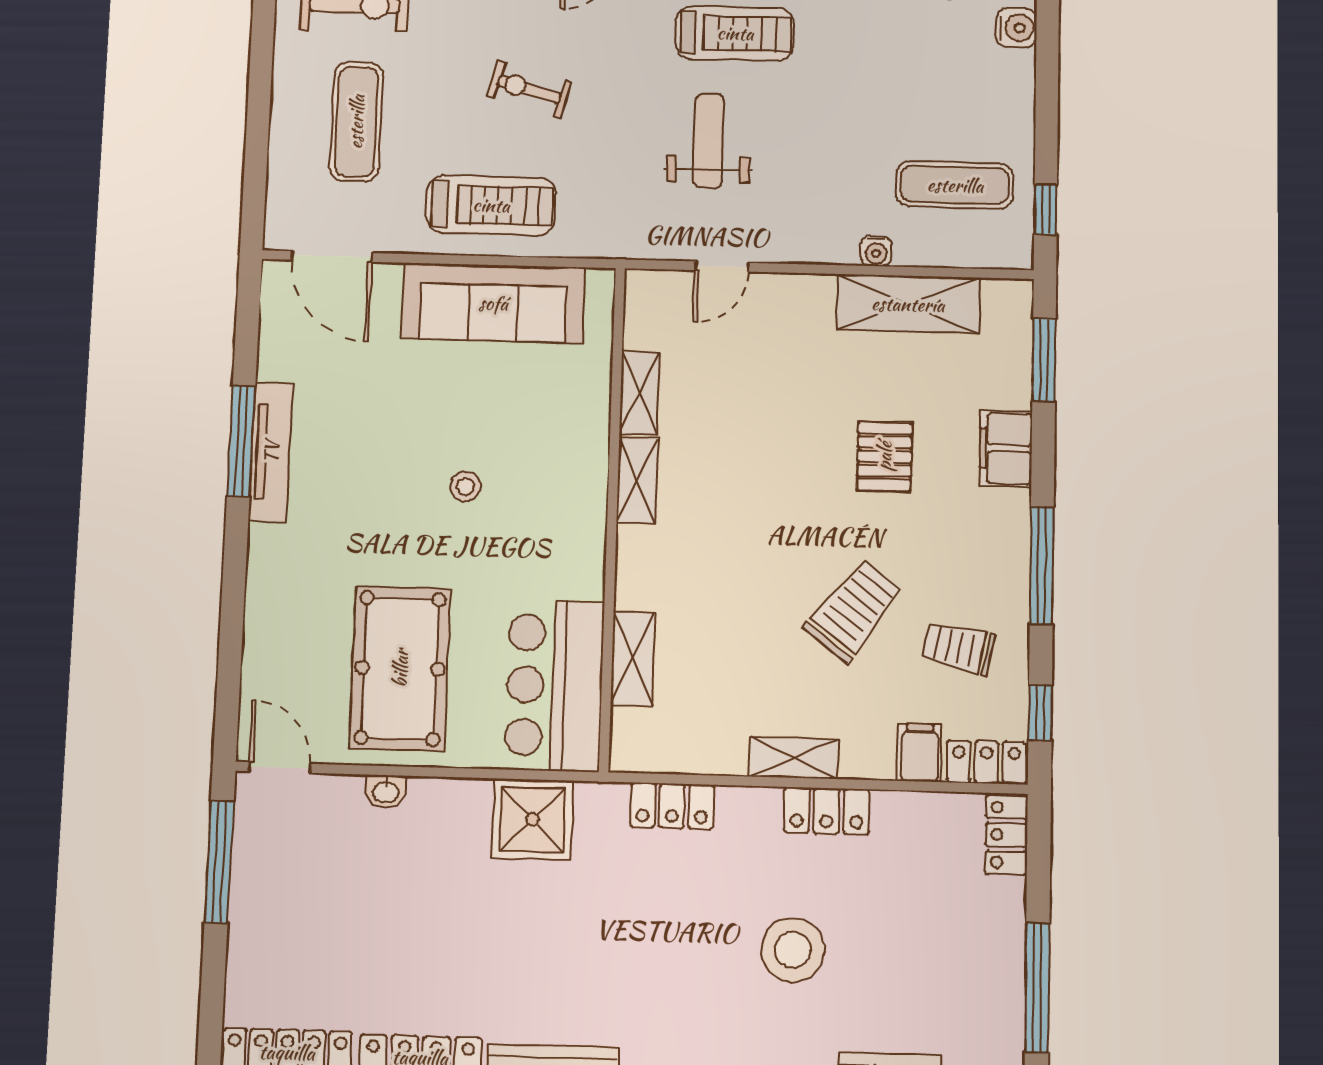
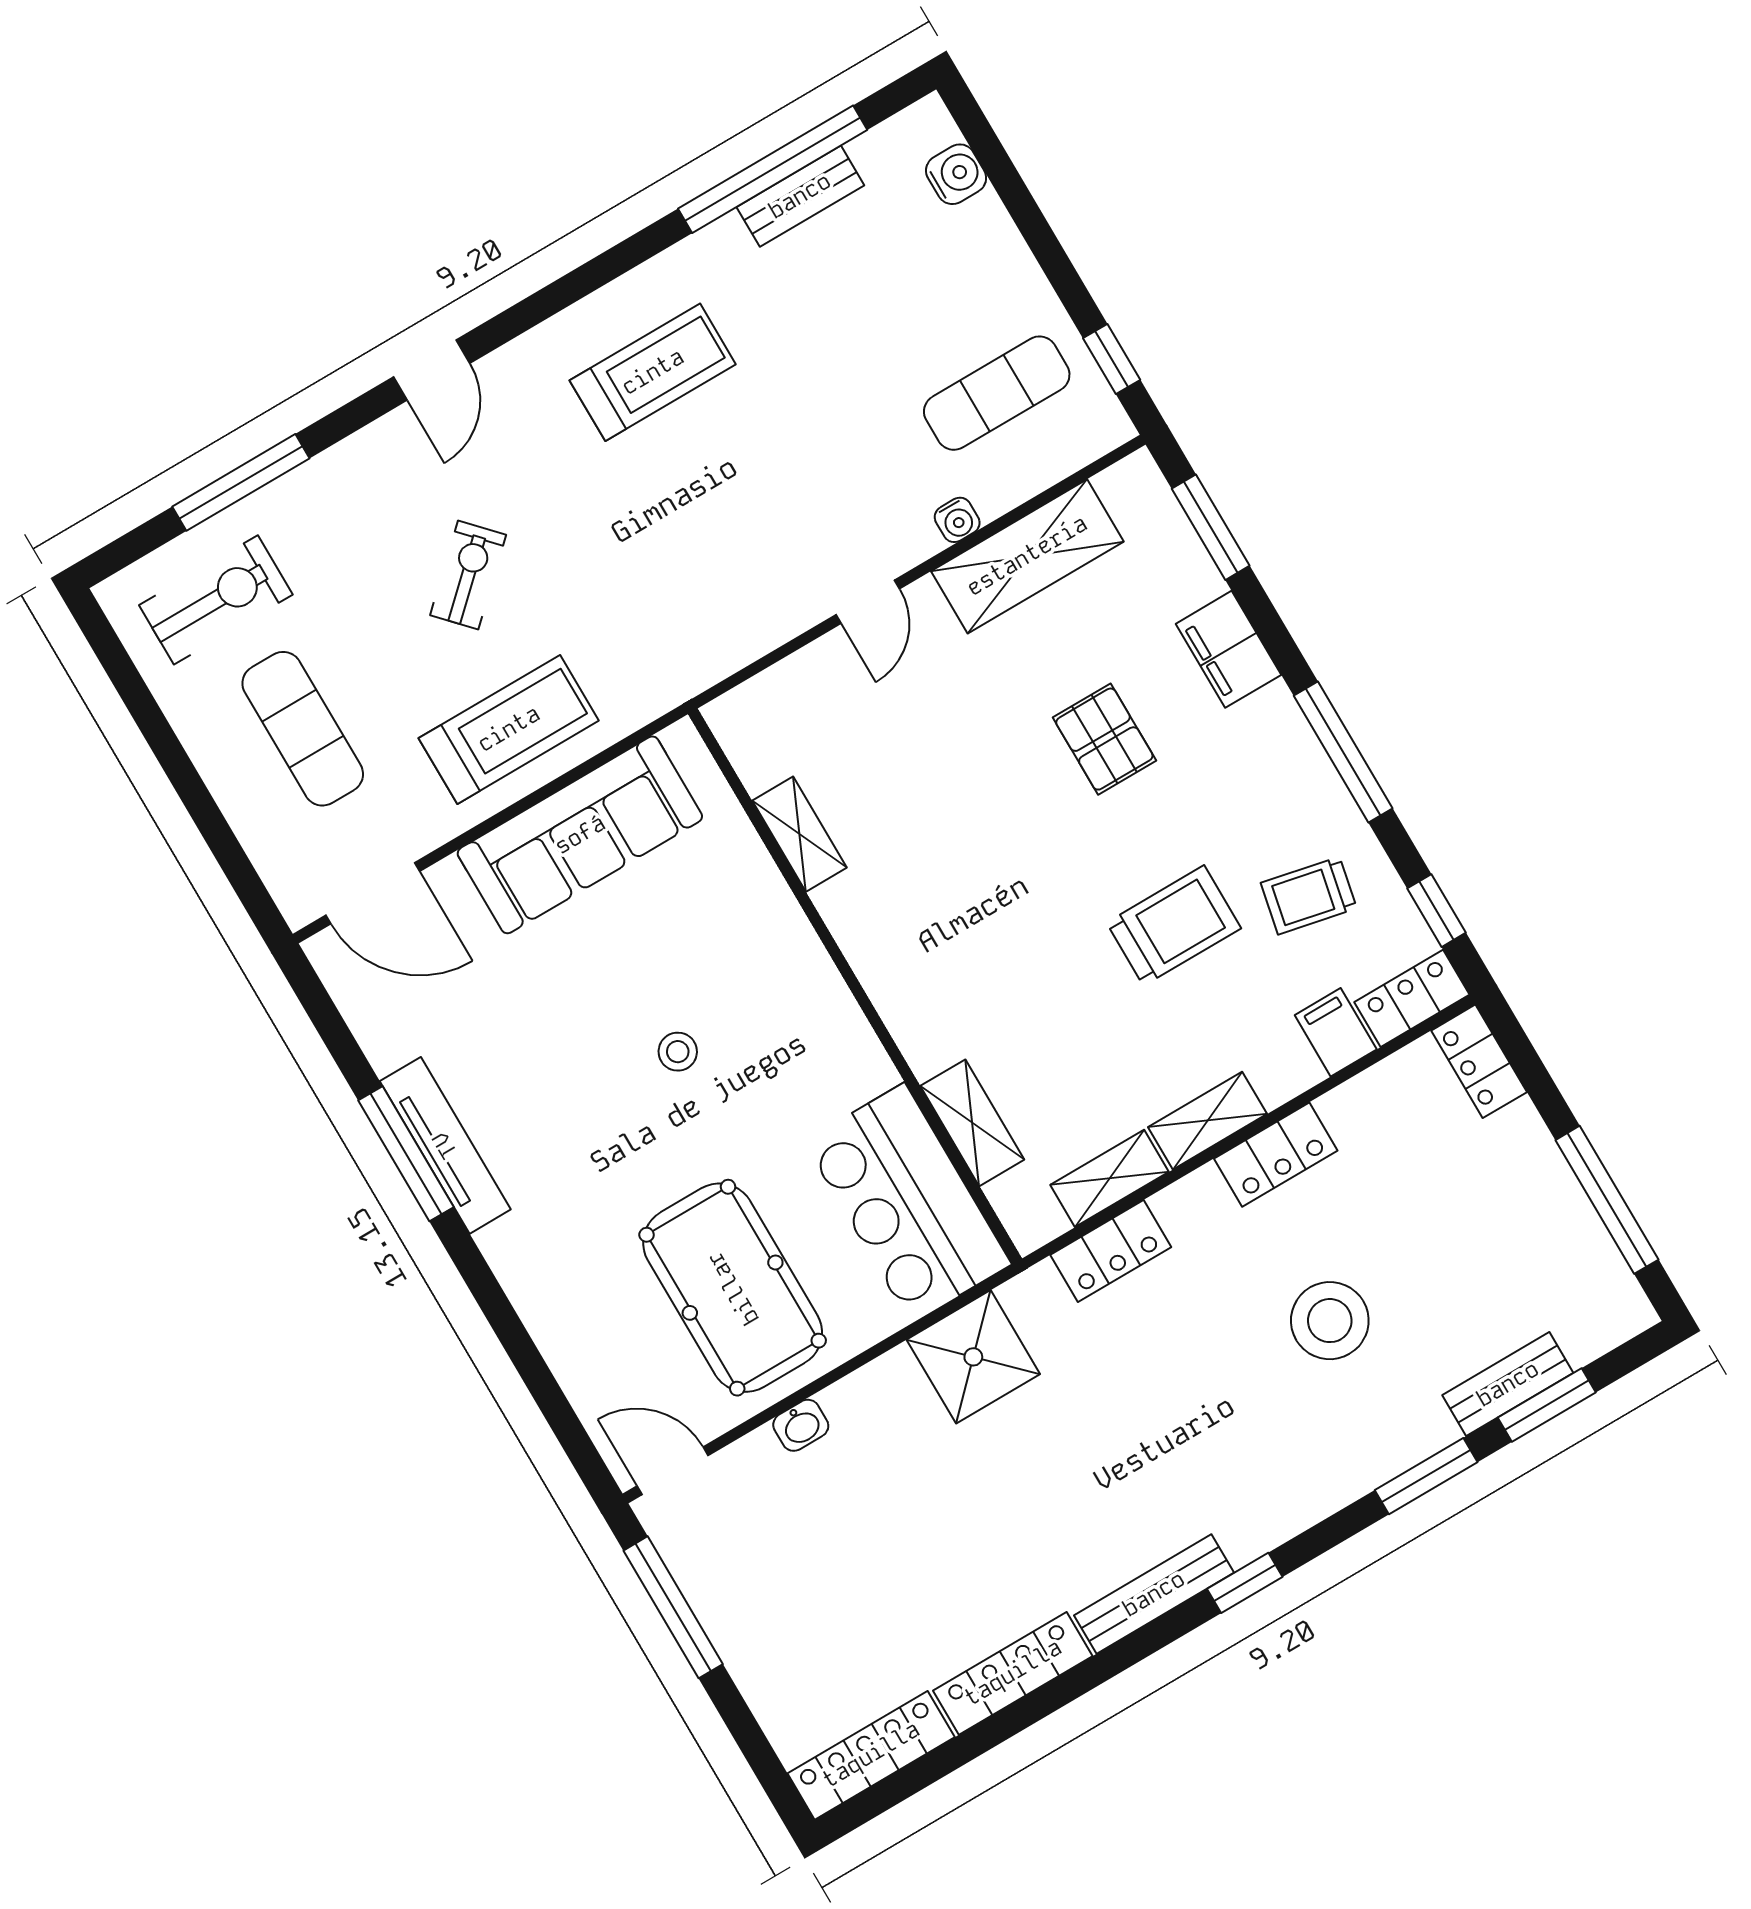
exercise bike: (529, 89) -> (468, 575), turned 121
weight bench: (709, 141) -> (700, 510), removed
door: (722, 267) -> (868, 602), moved
shelving: (637, 481) -> (1110, 1178), moved, turned 90
trolley: (854, 611) -> (1174, 925), turned 52

